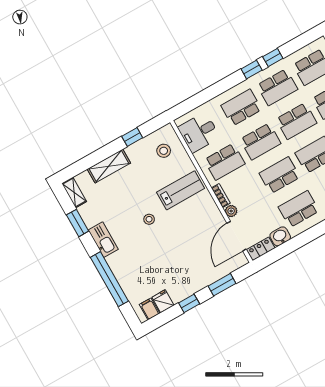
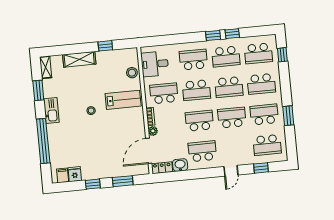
stool: (164, 151) -> (132, 73), moved
school desk: (225, 162) -> (164, 93), turned 180

